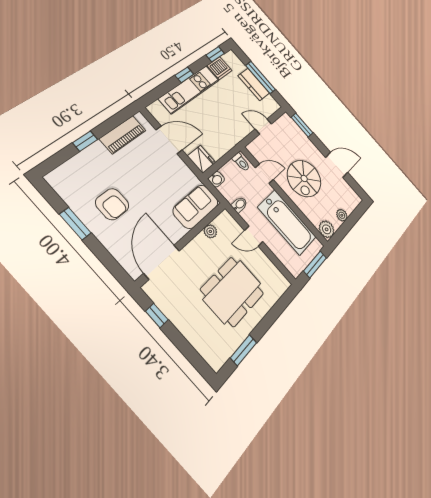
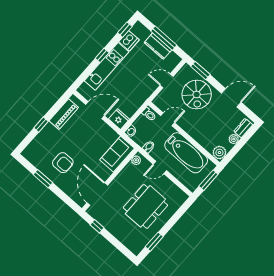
spiral stairs: (304, 178) -> (197, 95), moved
dresser: (351, 204) -> (243, 128), added
plant: (210, 231) -> (136, 160), moved

